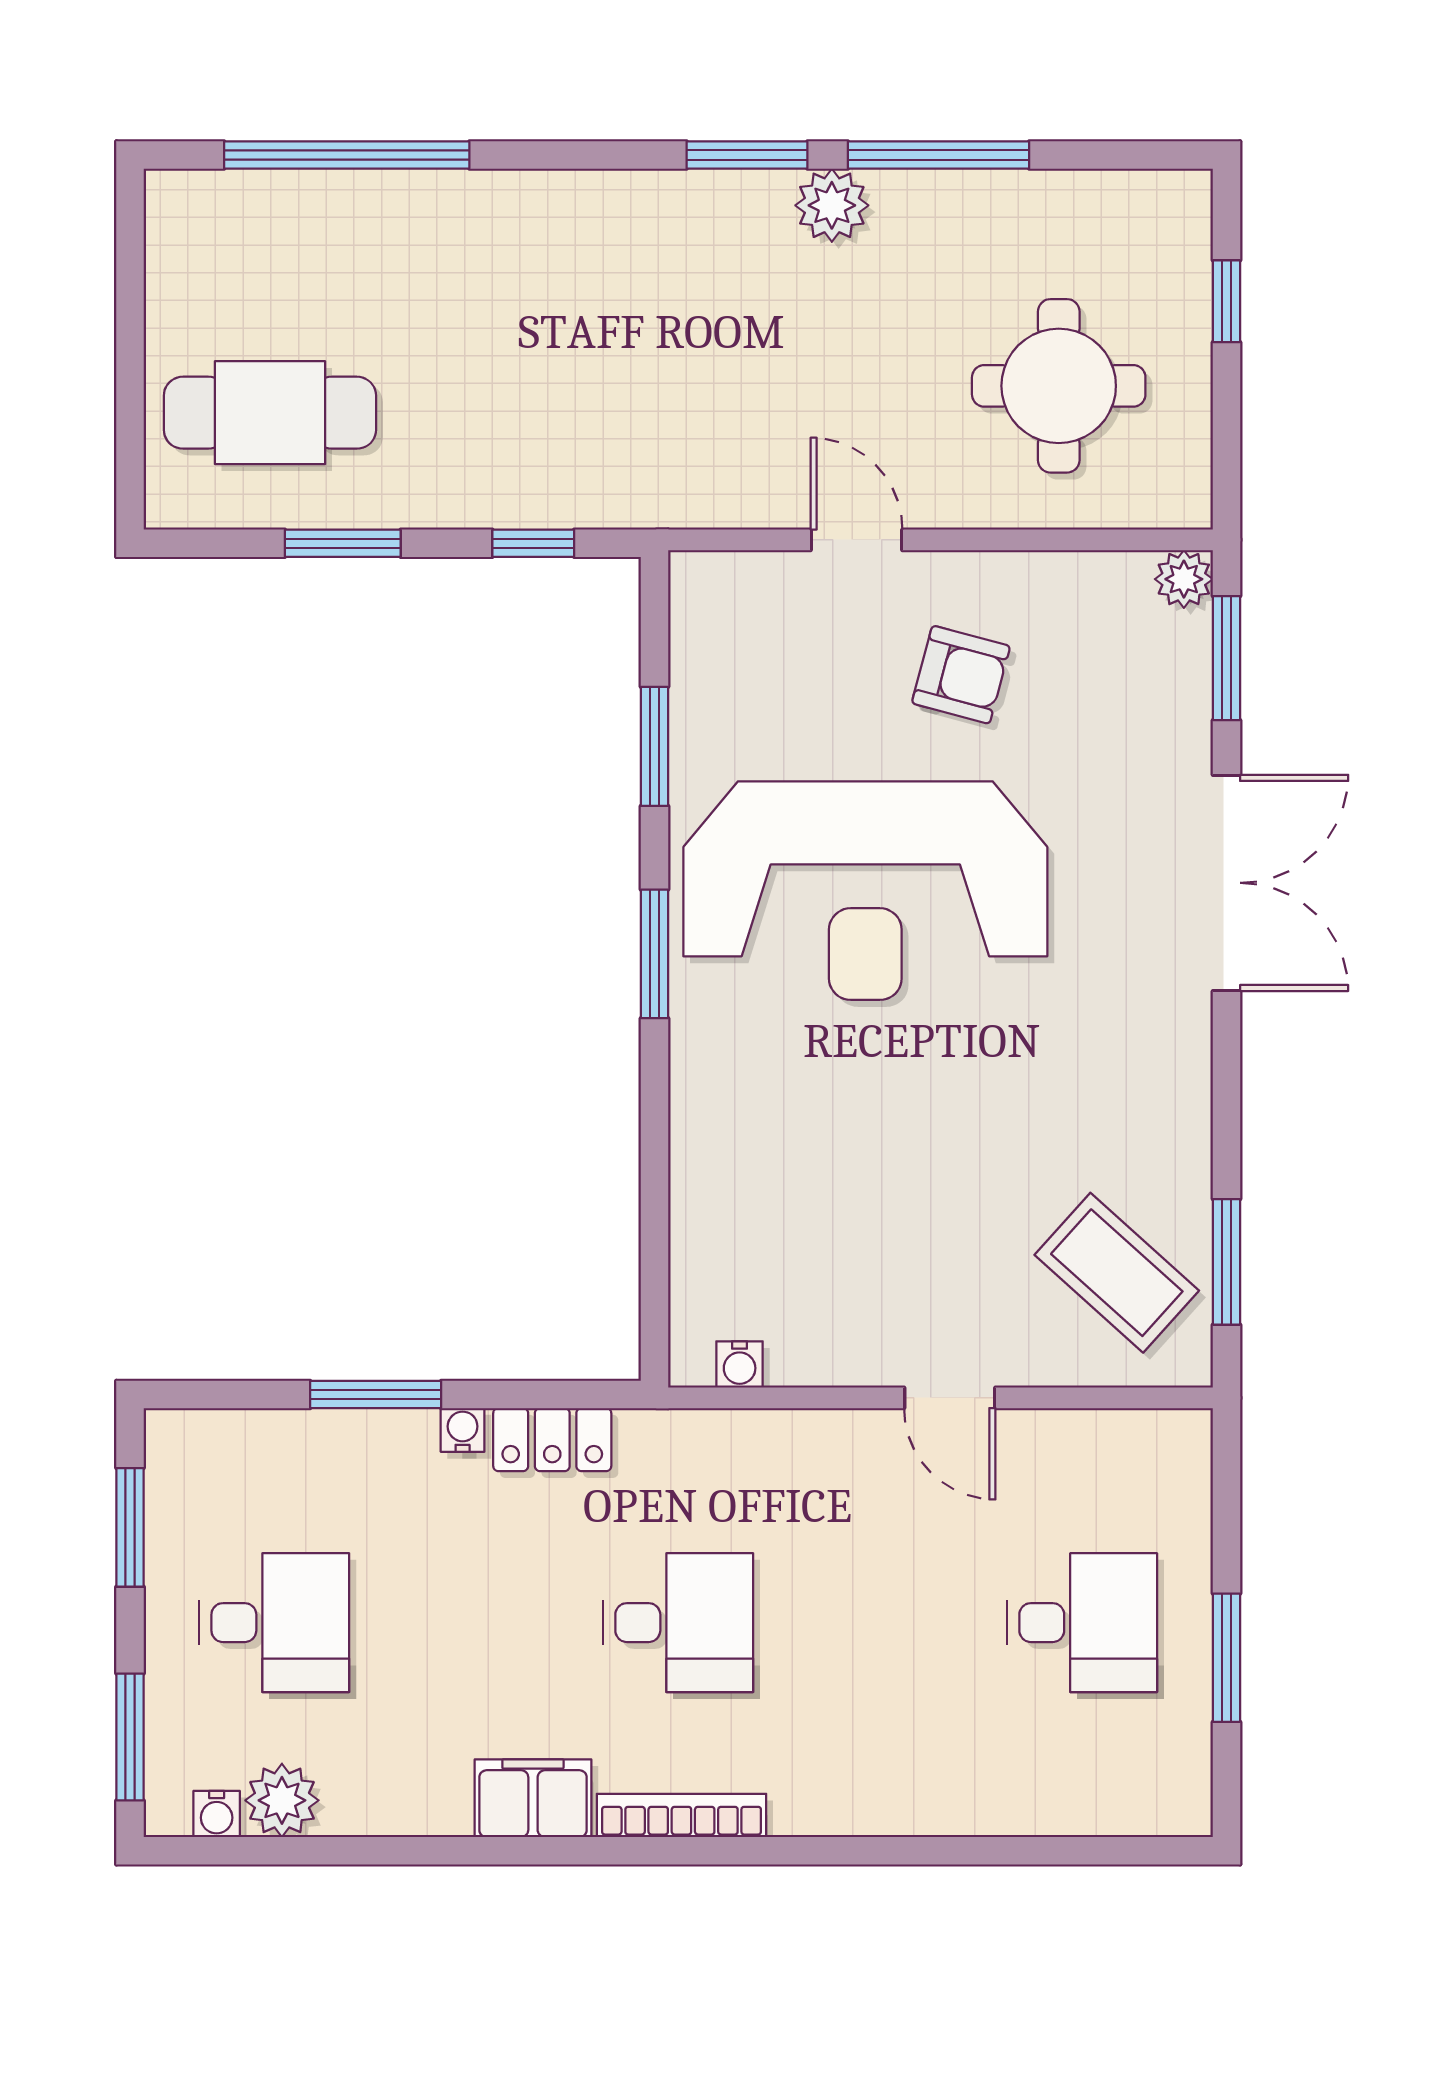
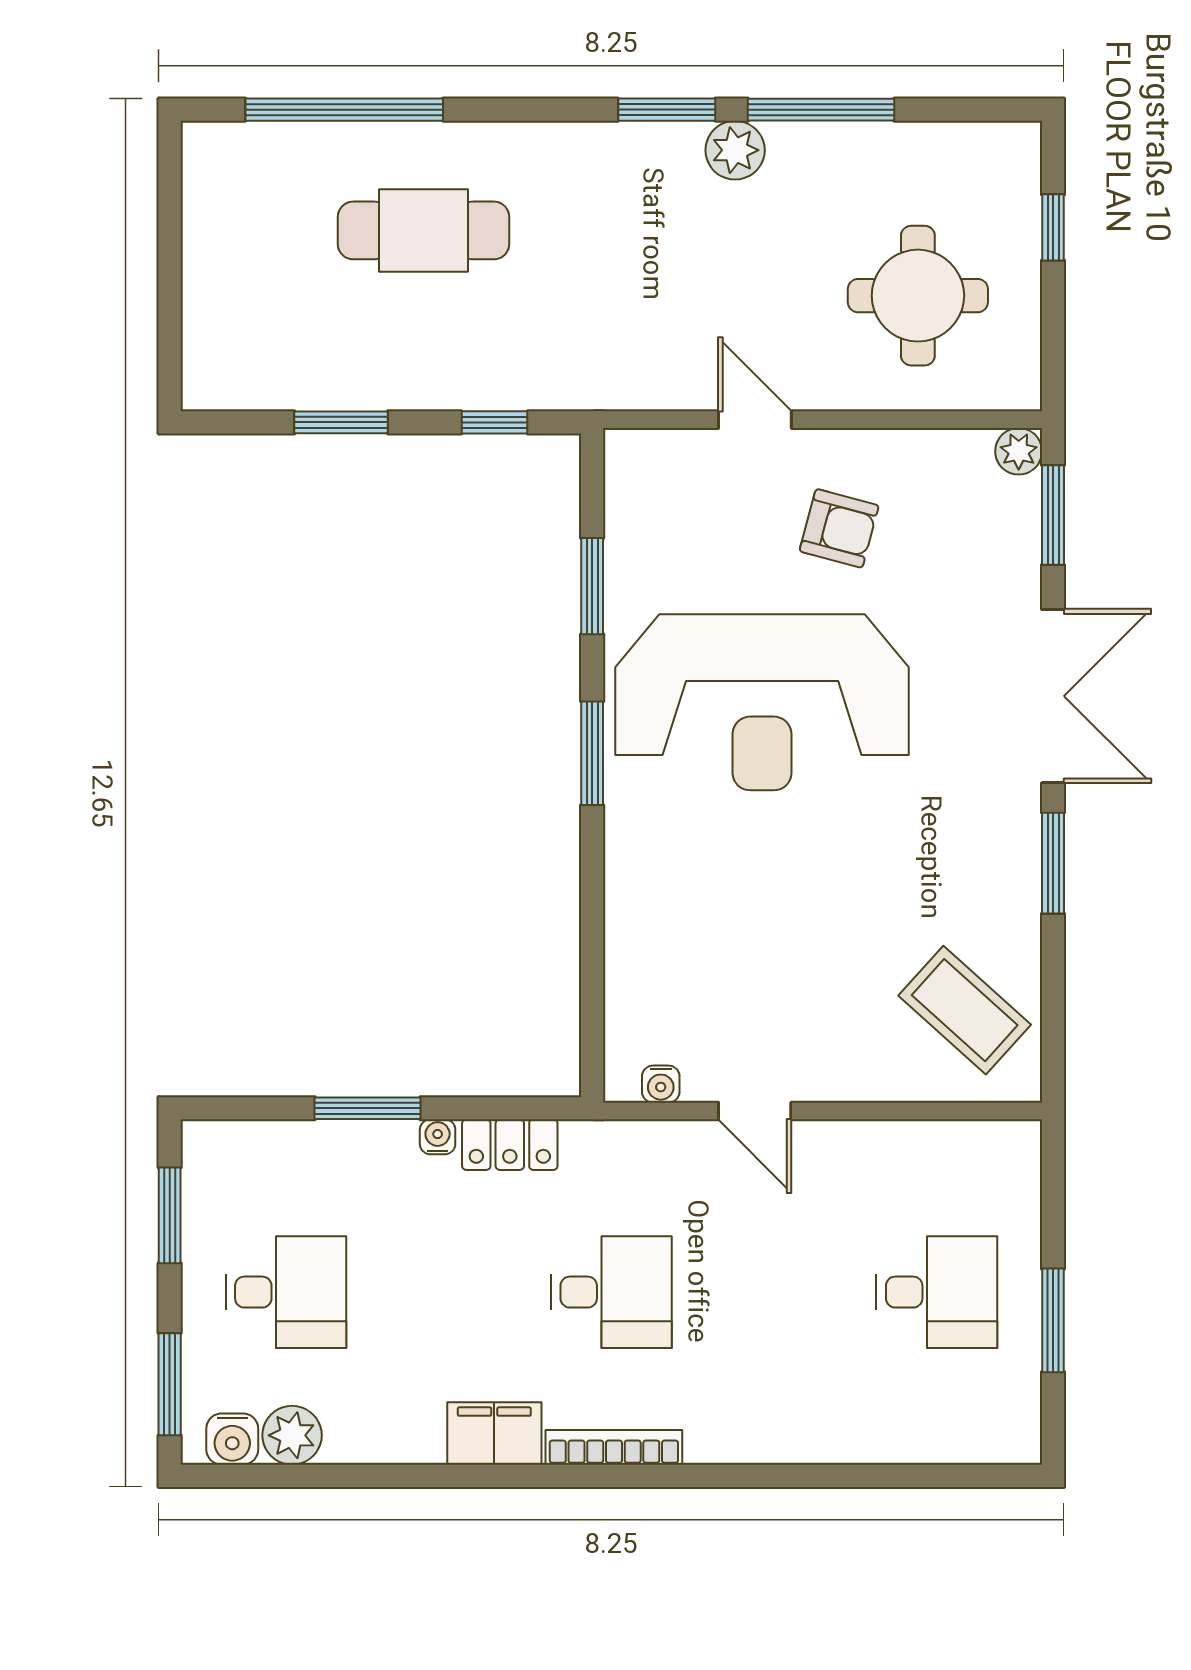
cafe table: (270, 413) -> (424, 230), moved
window: (1226, 1262) -> (1053, 863), moved
door: (950, 1398) -> (755, 1111), moved
water cooler: (217, 1814) -> (232, 1439), width x1.38, depth x1.38

